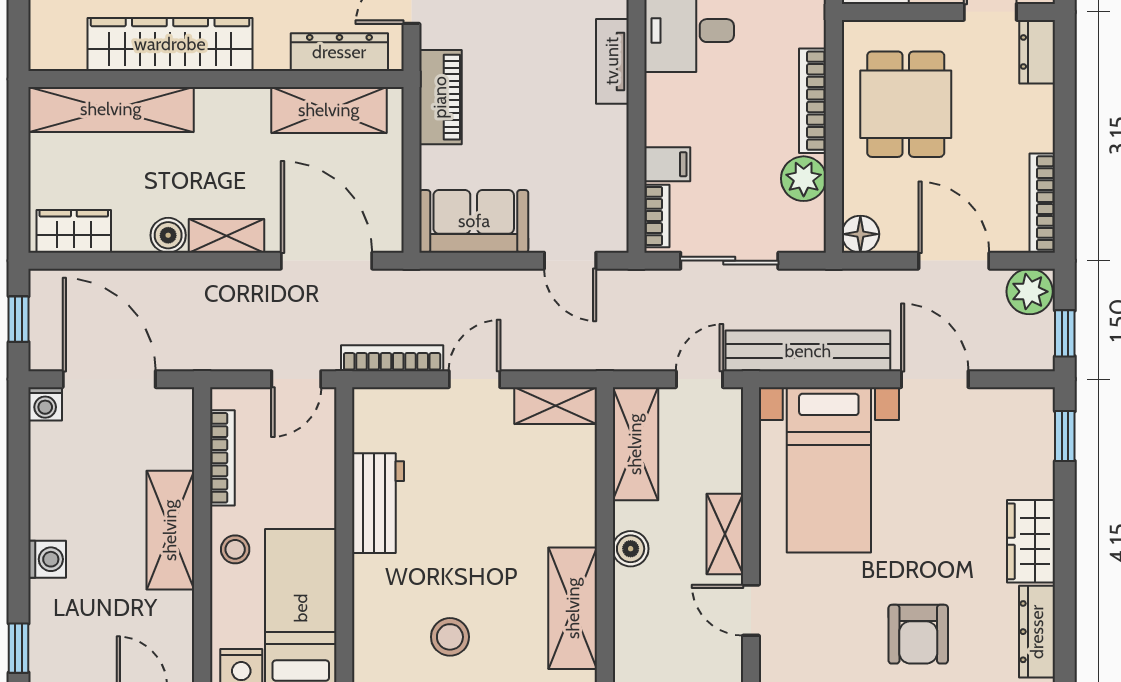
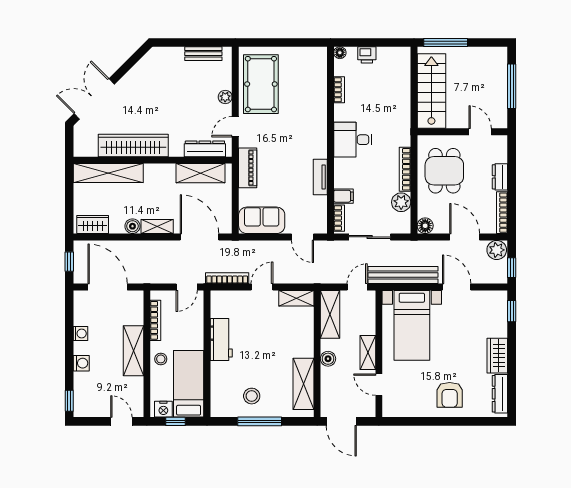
dresser: (1037, 52) -> (500, 177), moved
tv unit: (612, 61) -> (320, 177), moved
washing machine: (45, 404) -> (80, 333), moved, turned -90

